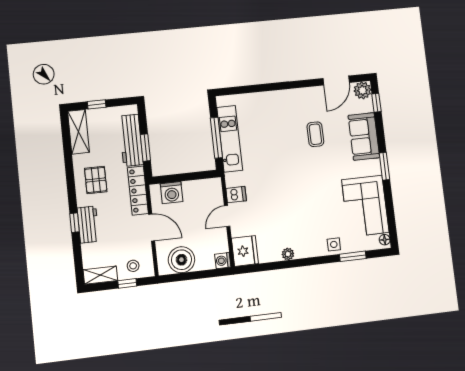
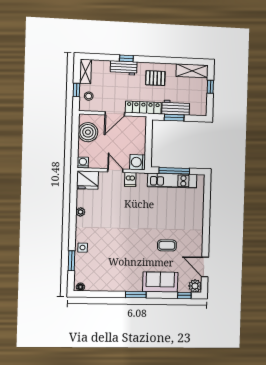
workbench: (131, 140) -> (176, 108), width x0.73
washing machine: (172, 193) -> (138, 162), moved
corner sofa: (365, 206) -> (108, 276), removed

